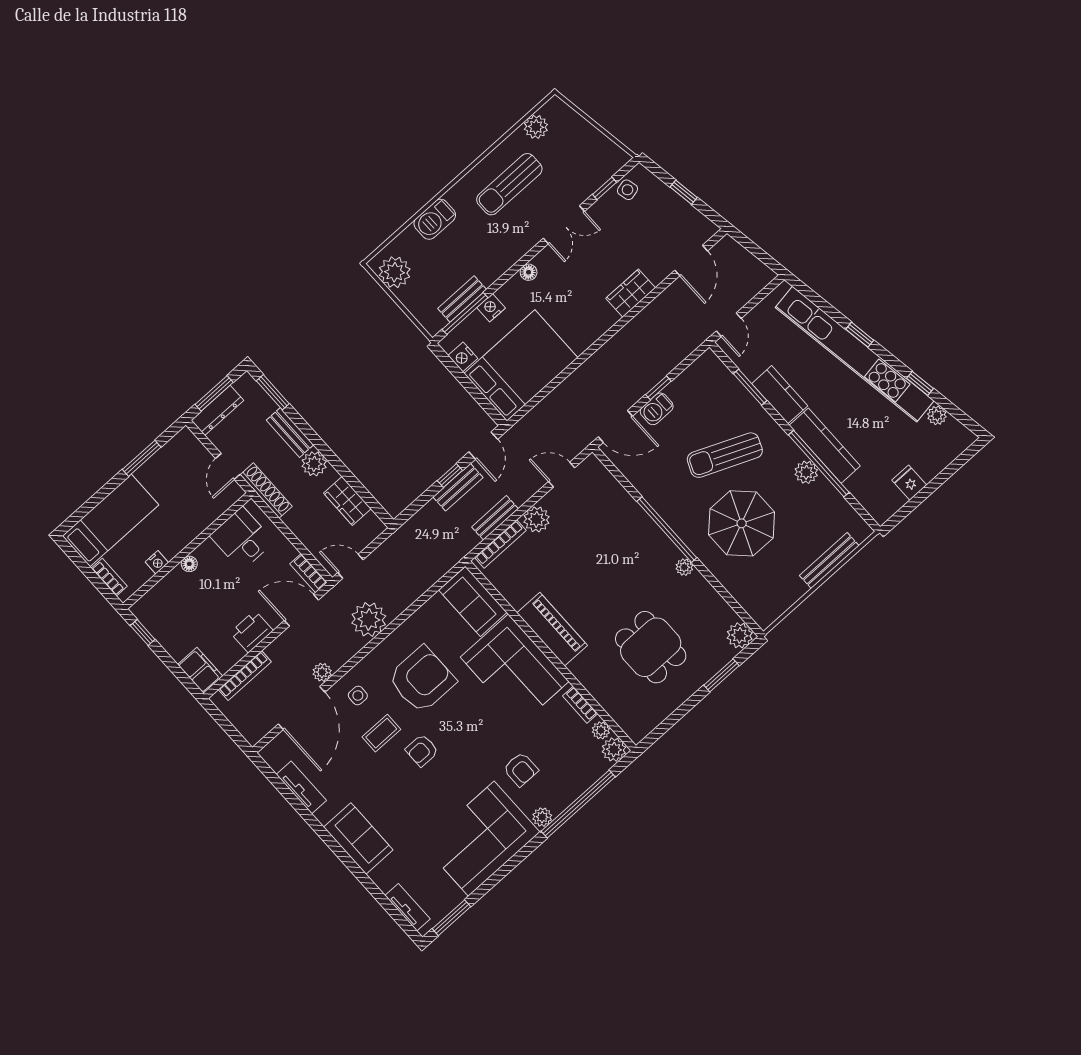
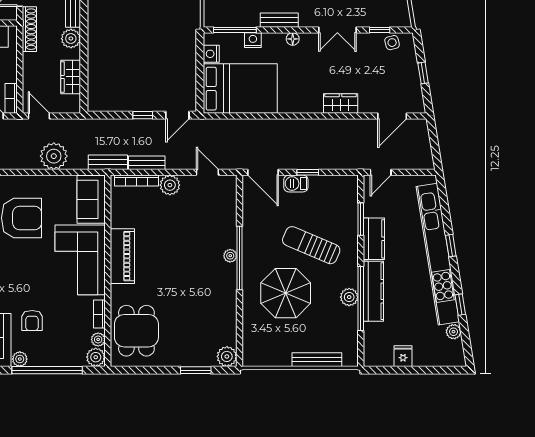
bench: (462, 299) -> (279, 20), moved
bench: (458, 487) -> (108, 162), moved
plant: (684, 567) -> (230, 256), moved
plant: (369, 619) -> (54, 156), moved
dining table: (651, 647) -> (136, 331), moved

